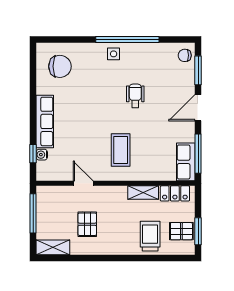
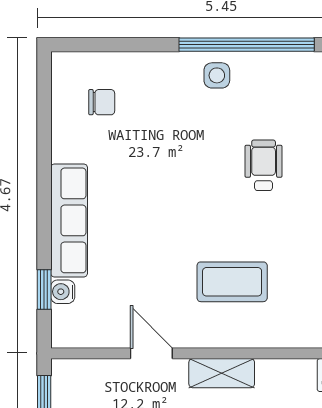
chair: (60, 66) -> (102, 102), width x0.54, depth x0.54
coffee table: (121, 150) -> (232, 282), turned 90
shelving: (143, 193) -> (222, 373), moved

